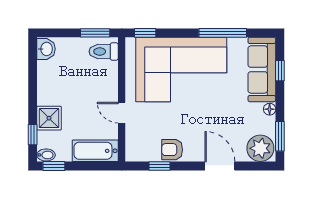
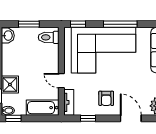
window: (95, 33) -> (29, 24), moved
window: (223, 33) -> (120, 24), moved
tv unit: (132, 143) -> (69, 102), added
armchair: (172, 150) -> (106, 98), moved, turned -90

